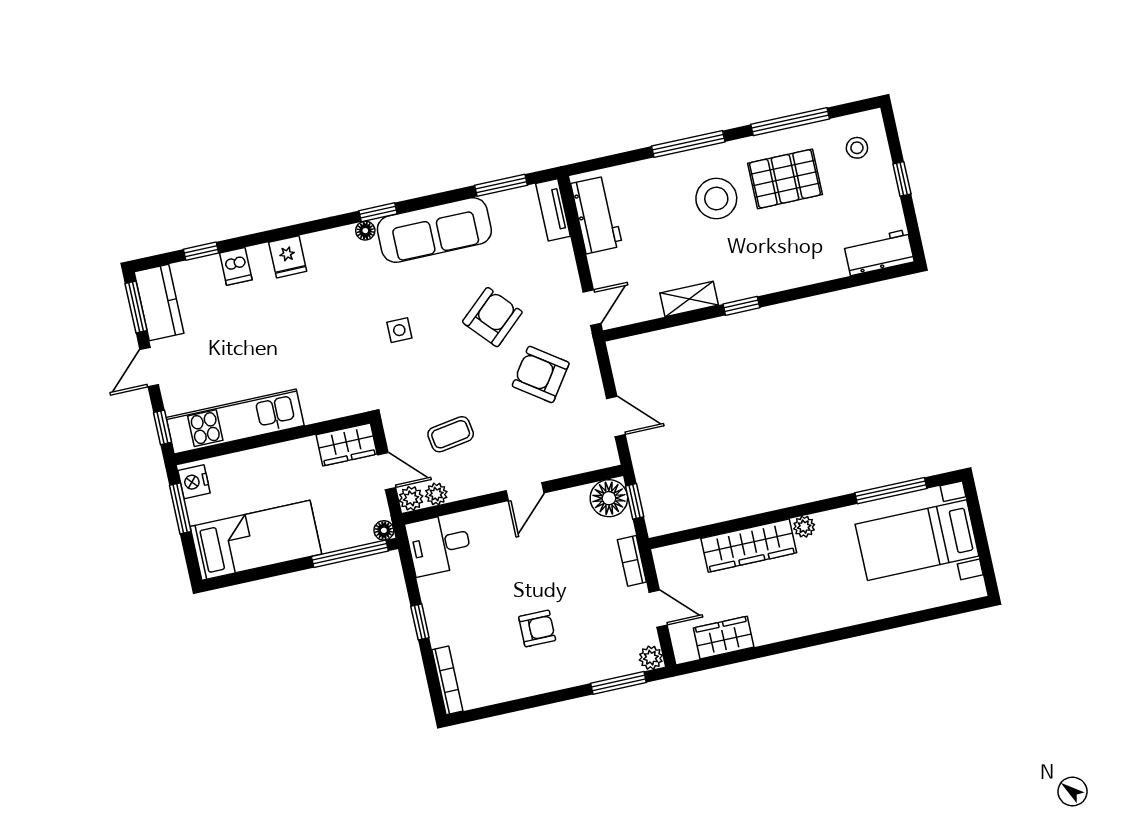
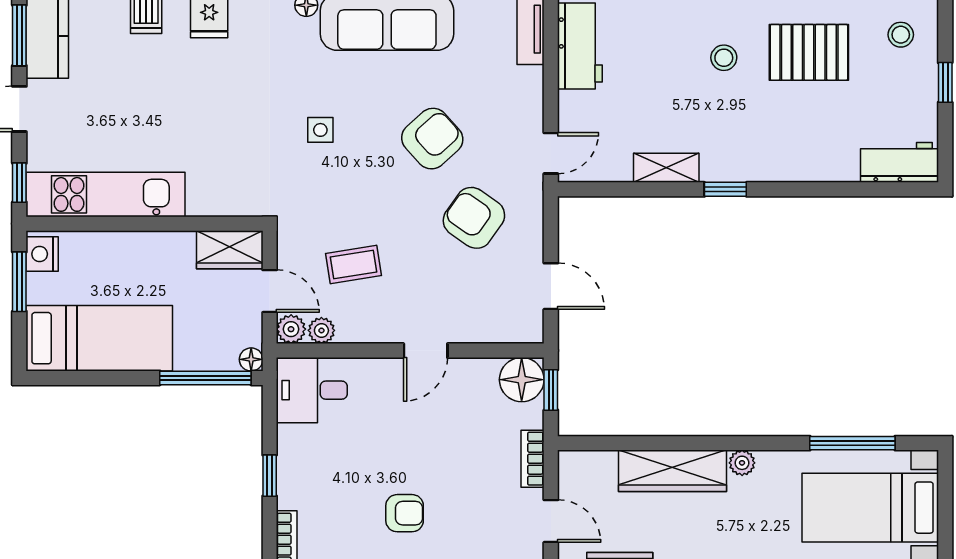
stool: (716, 199) -> (724, 58), width x0.53, depth x0.53

